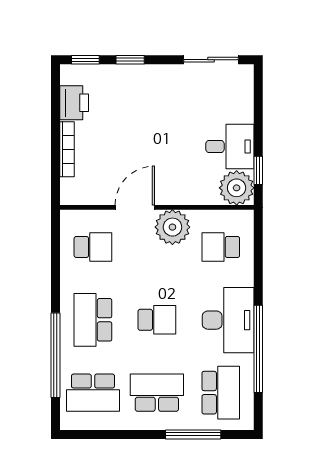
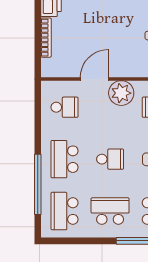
school desk: (93, 393) -> (65, 211), turned 90

